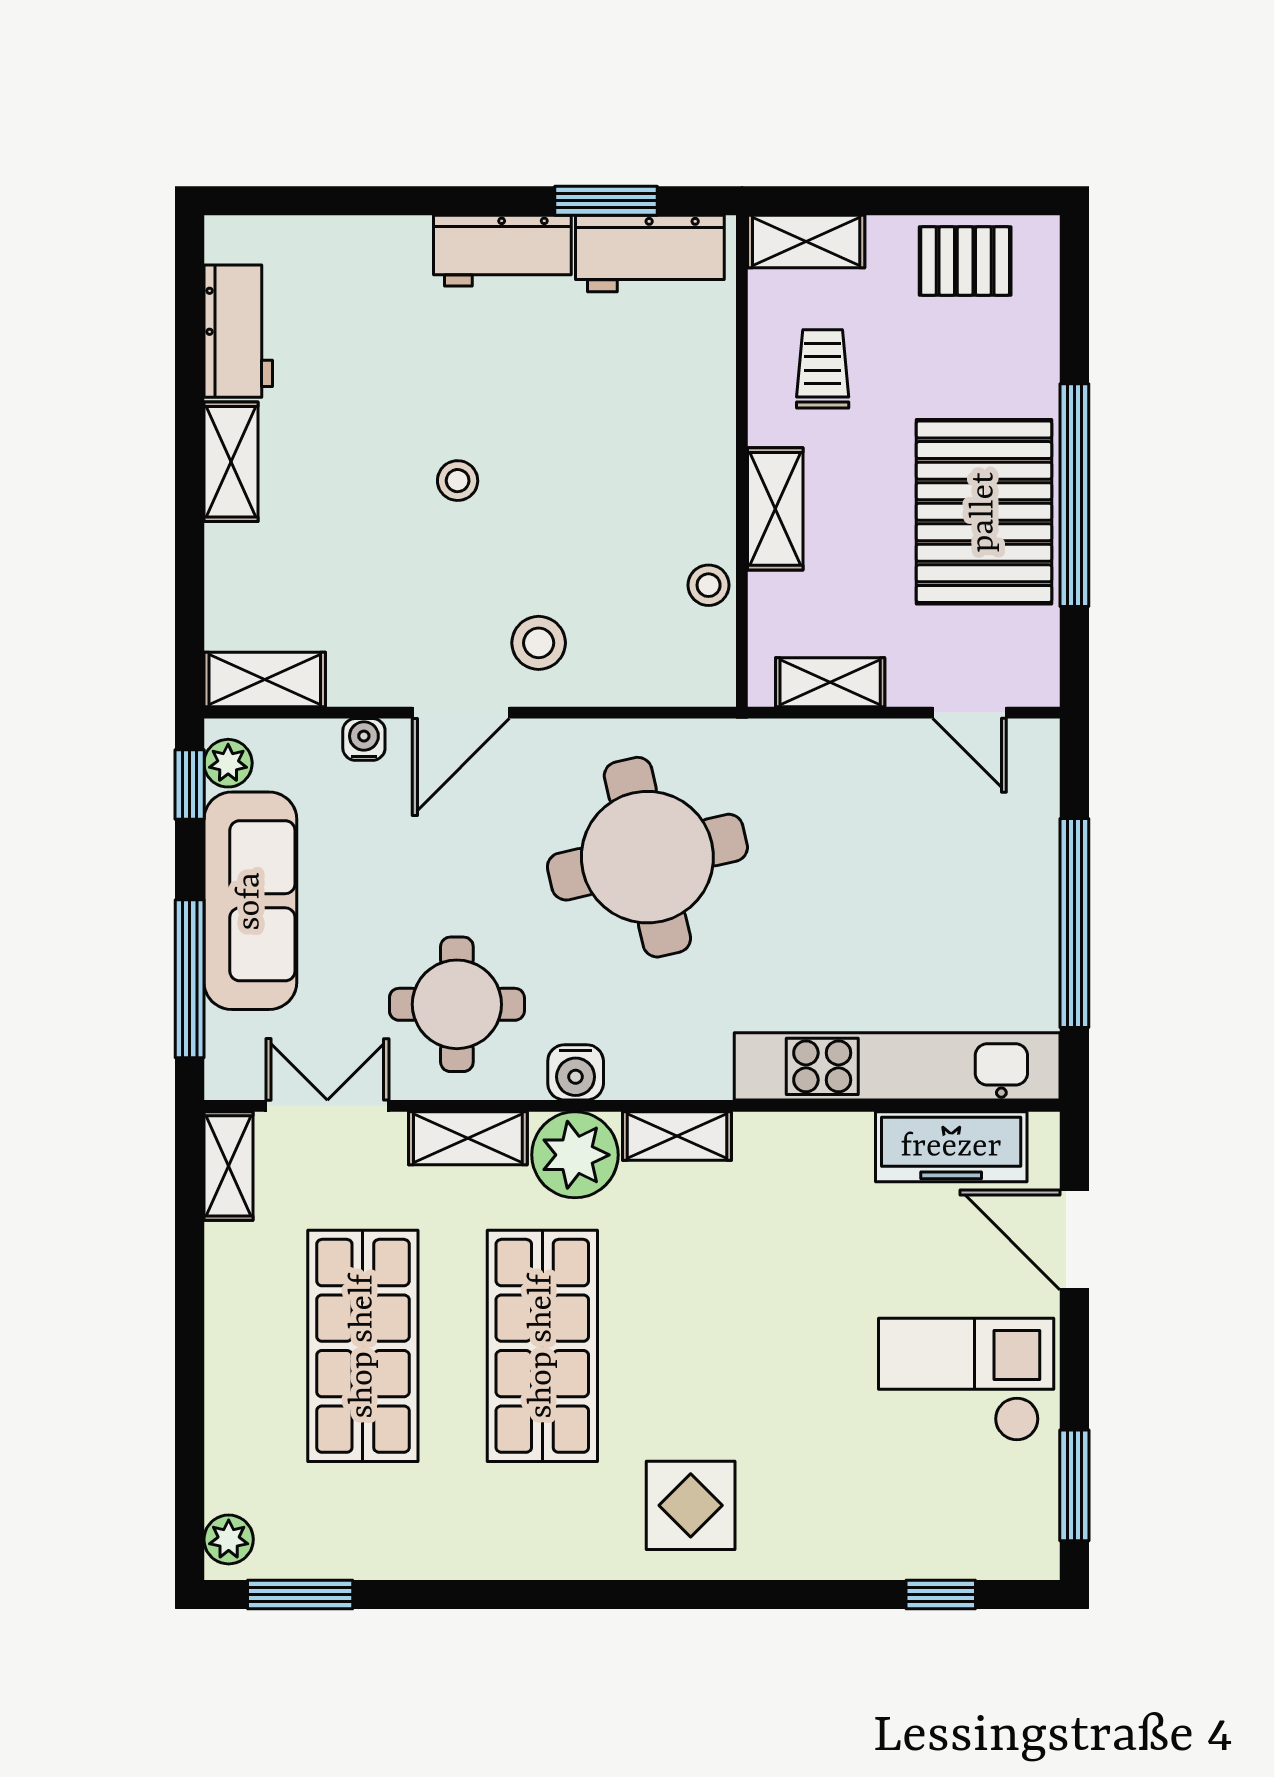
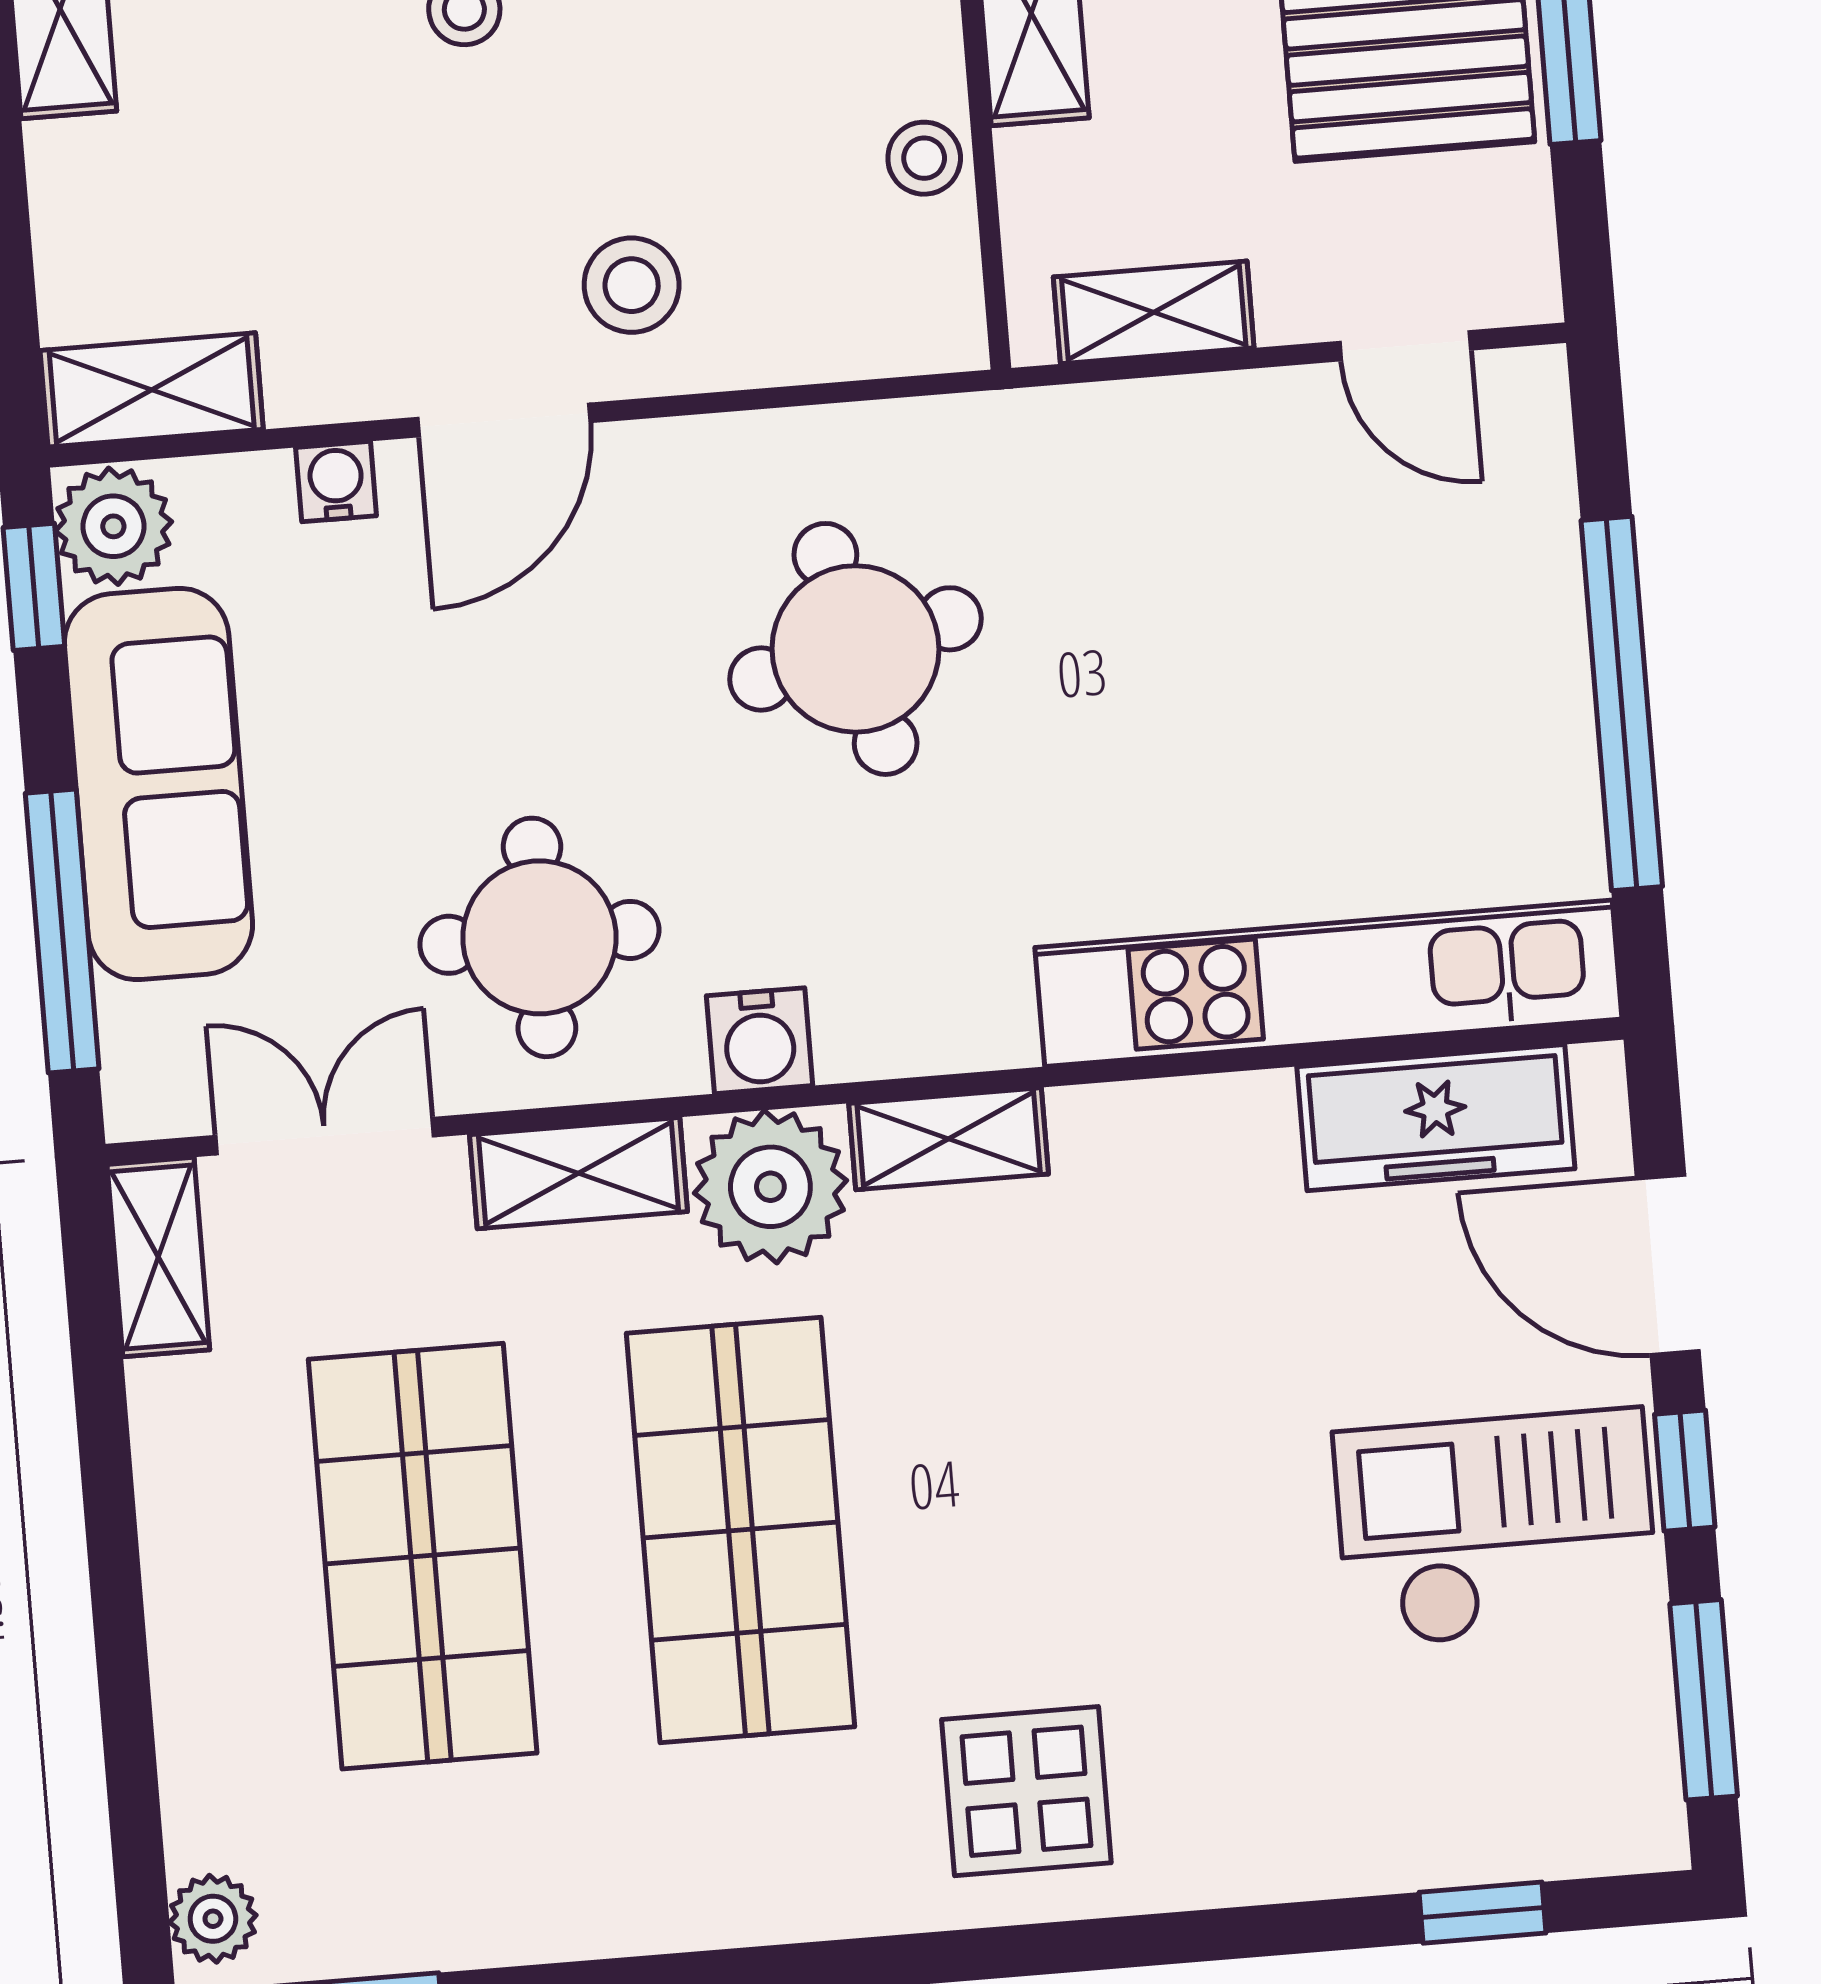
plant: (228, 763) -> (113, 526), width x1.38, depth x1.38
round table: (647, 857) -> (856, 649), width x0.73, depth x0.73
window: (1074, 1356) -> (1685, 1471), added

